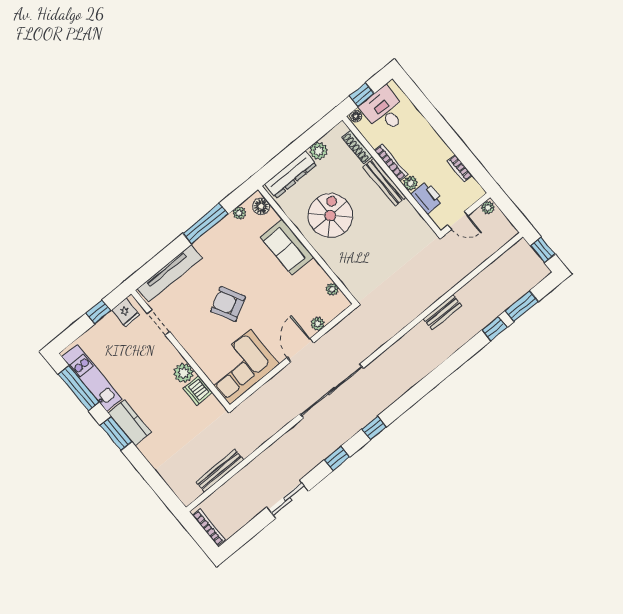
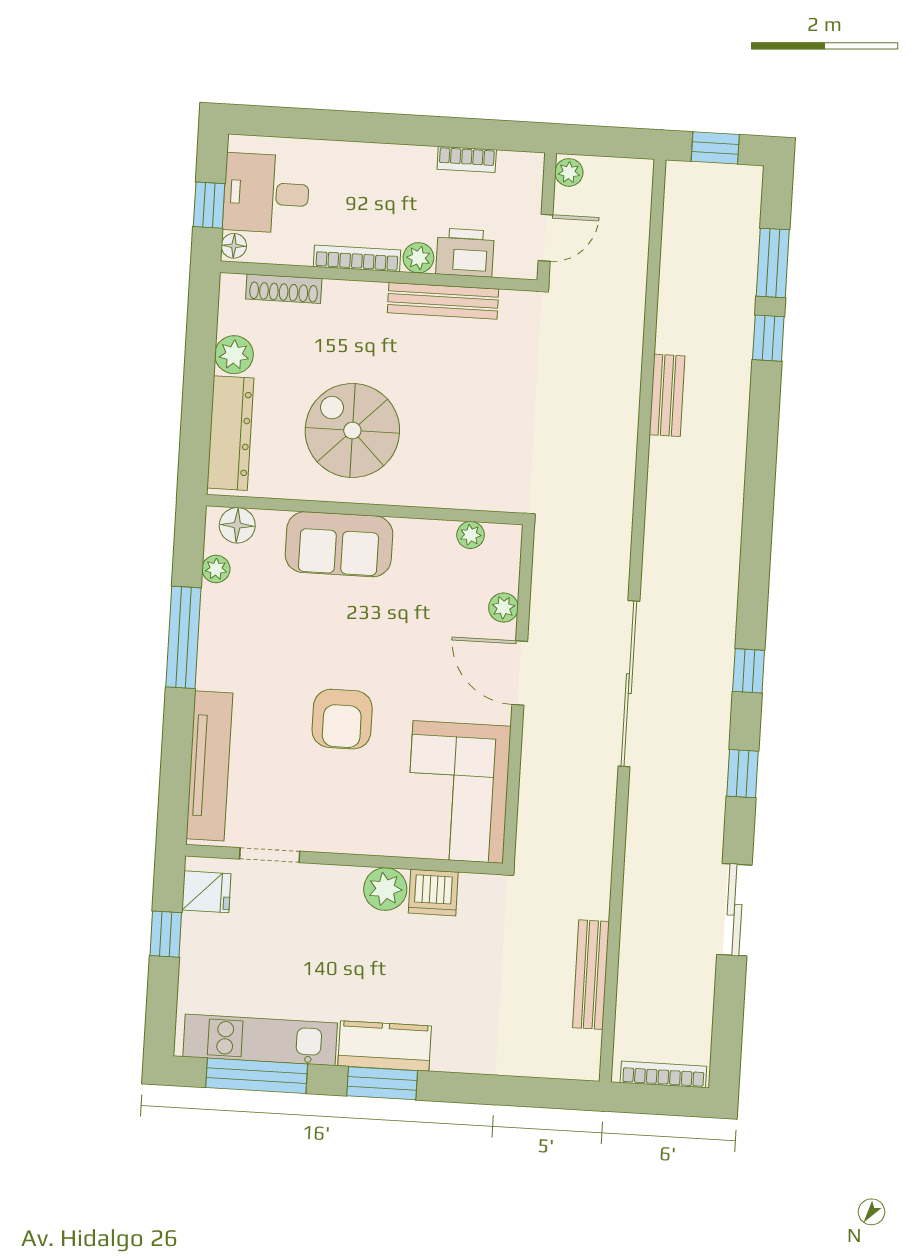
bench: (384, 182) -> (443, 301), moved
armchair: (228, 304) -> (342, 719), turned -62

